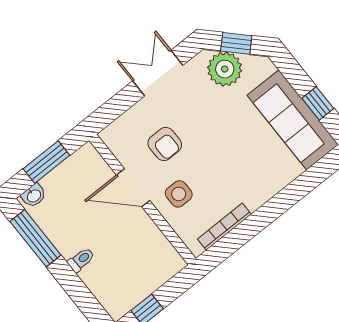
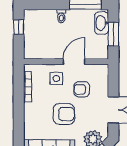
armchair: (222, 141) -> (64, 114), added
washbasin: (34, 196) -> (102, 23), width x1.91, depth x1.45

